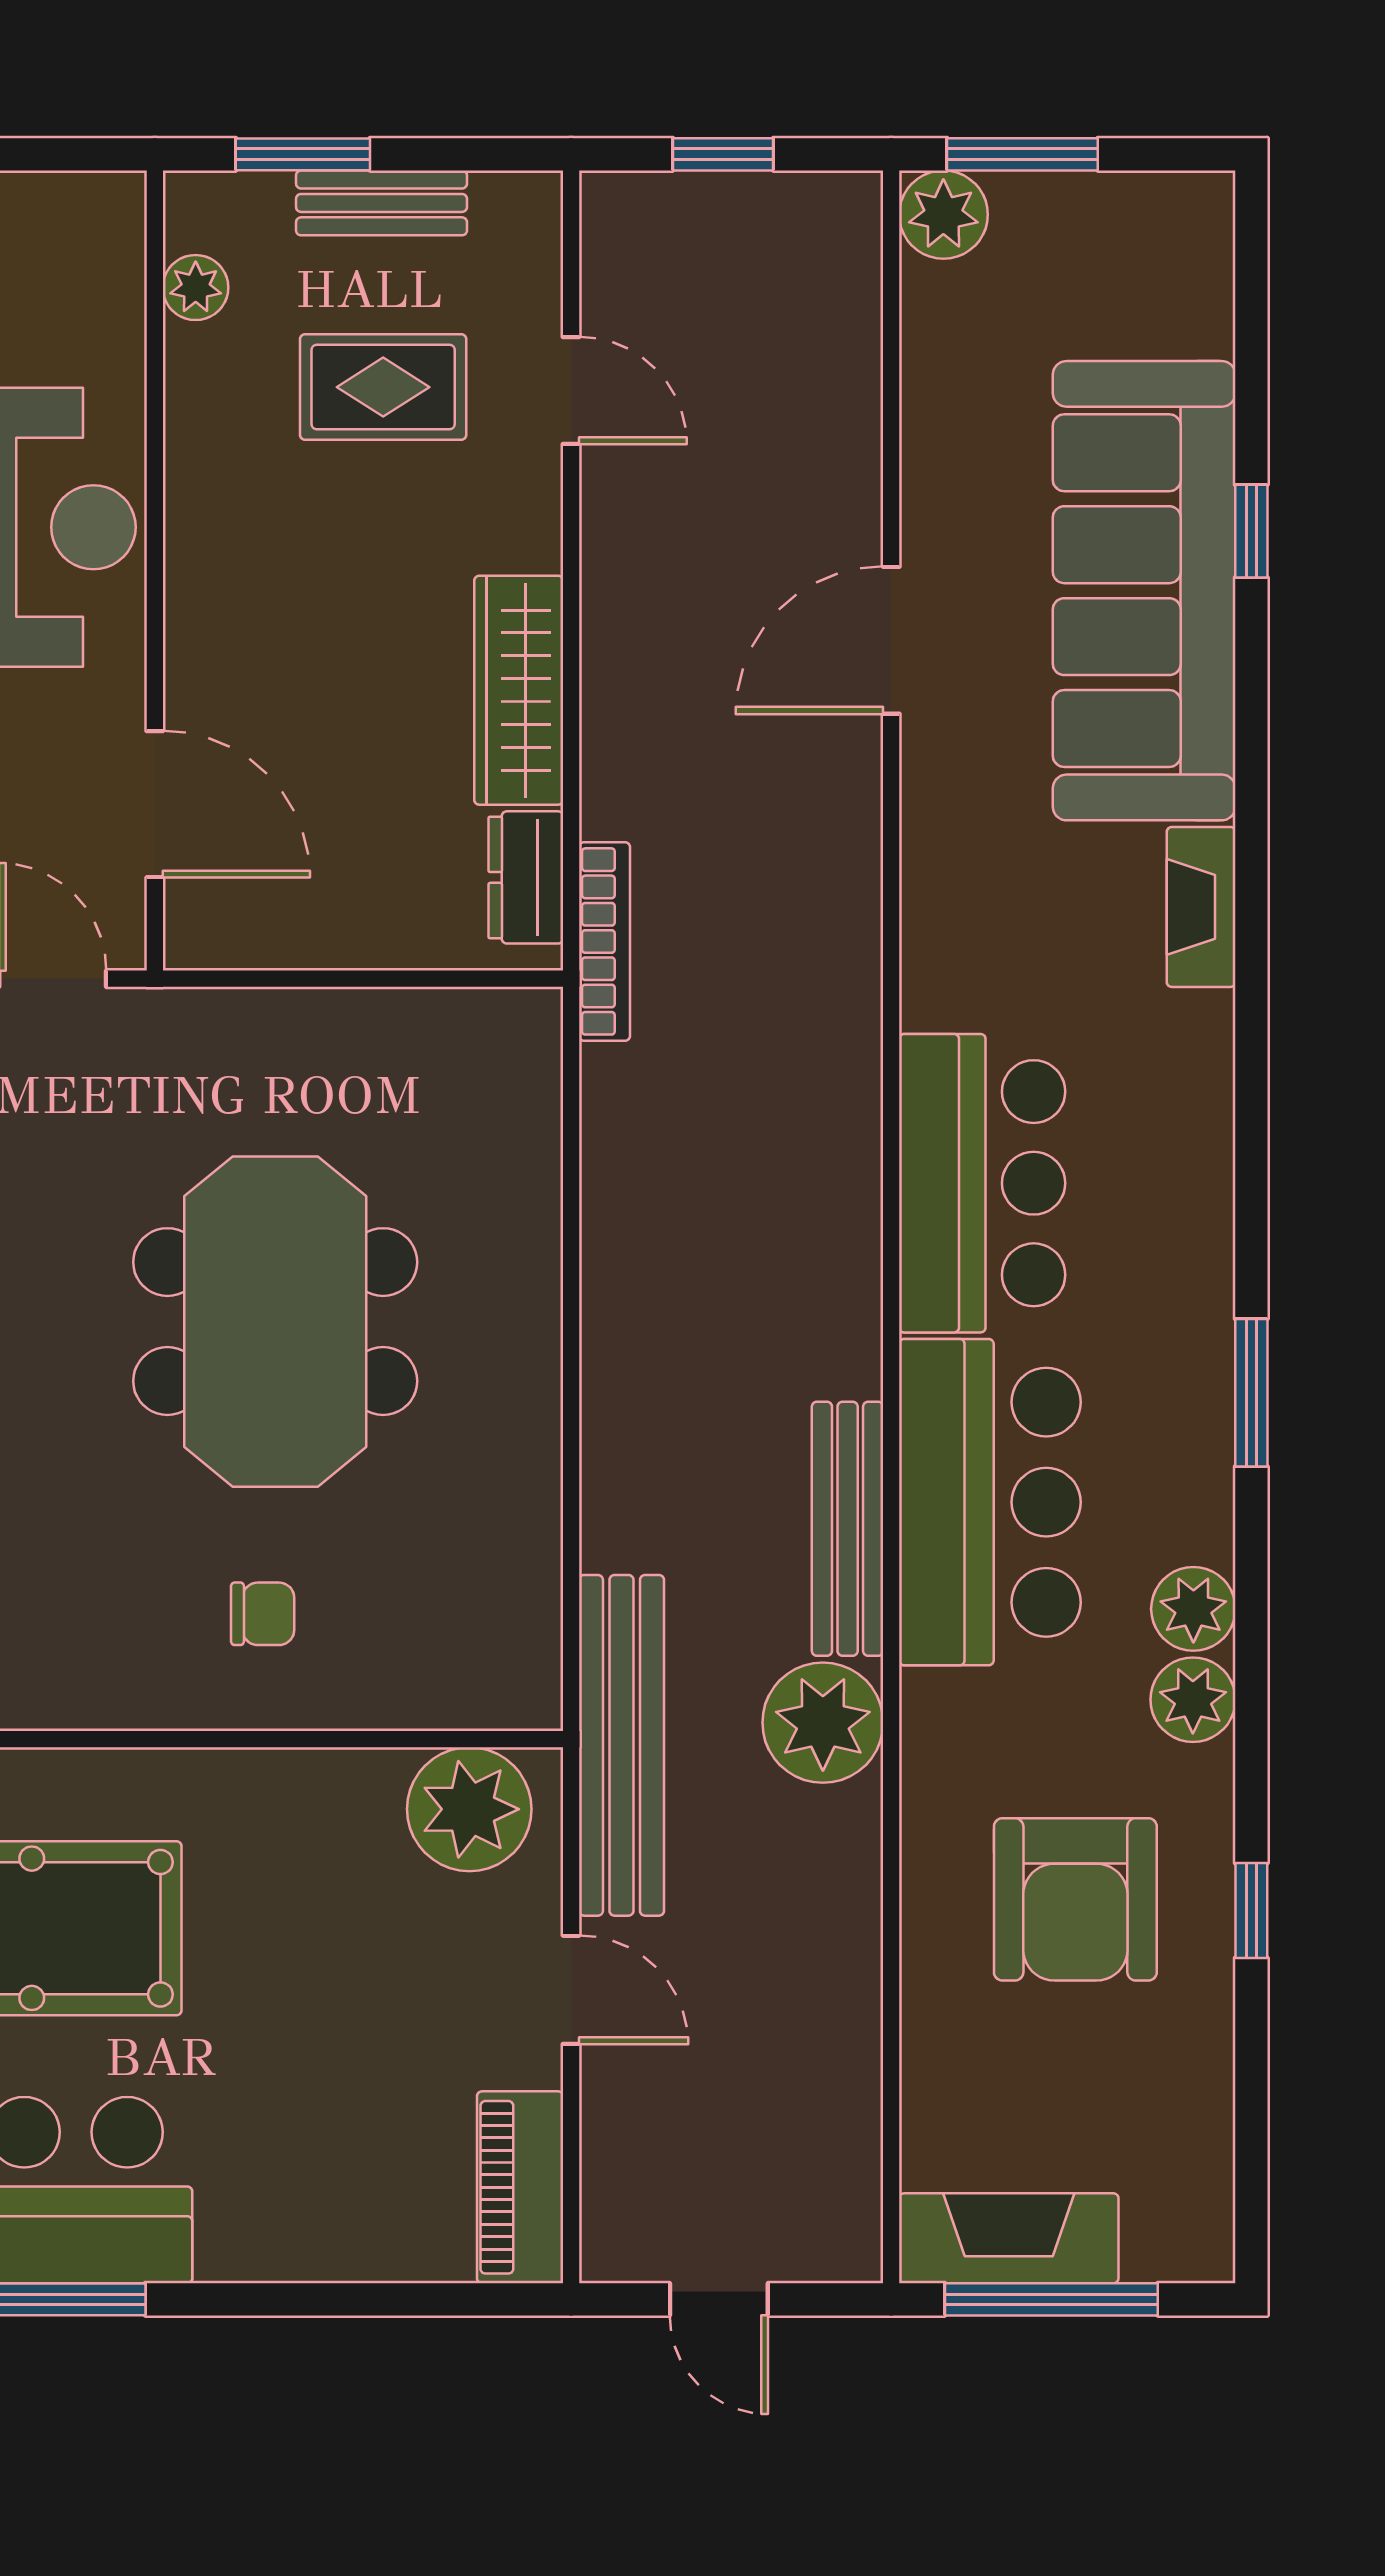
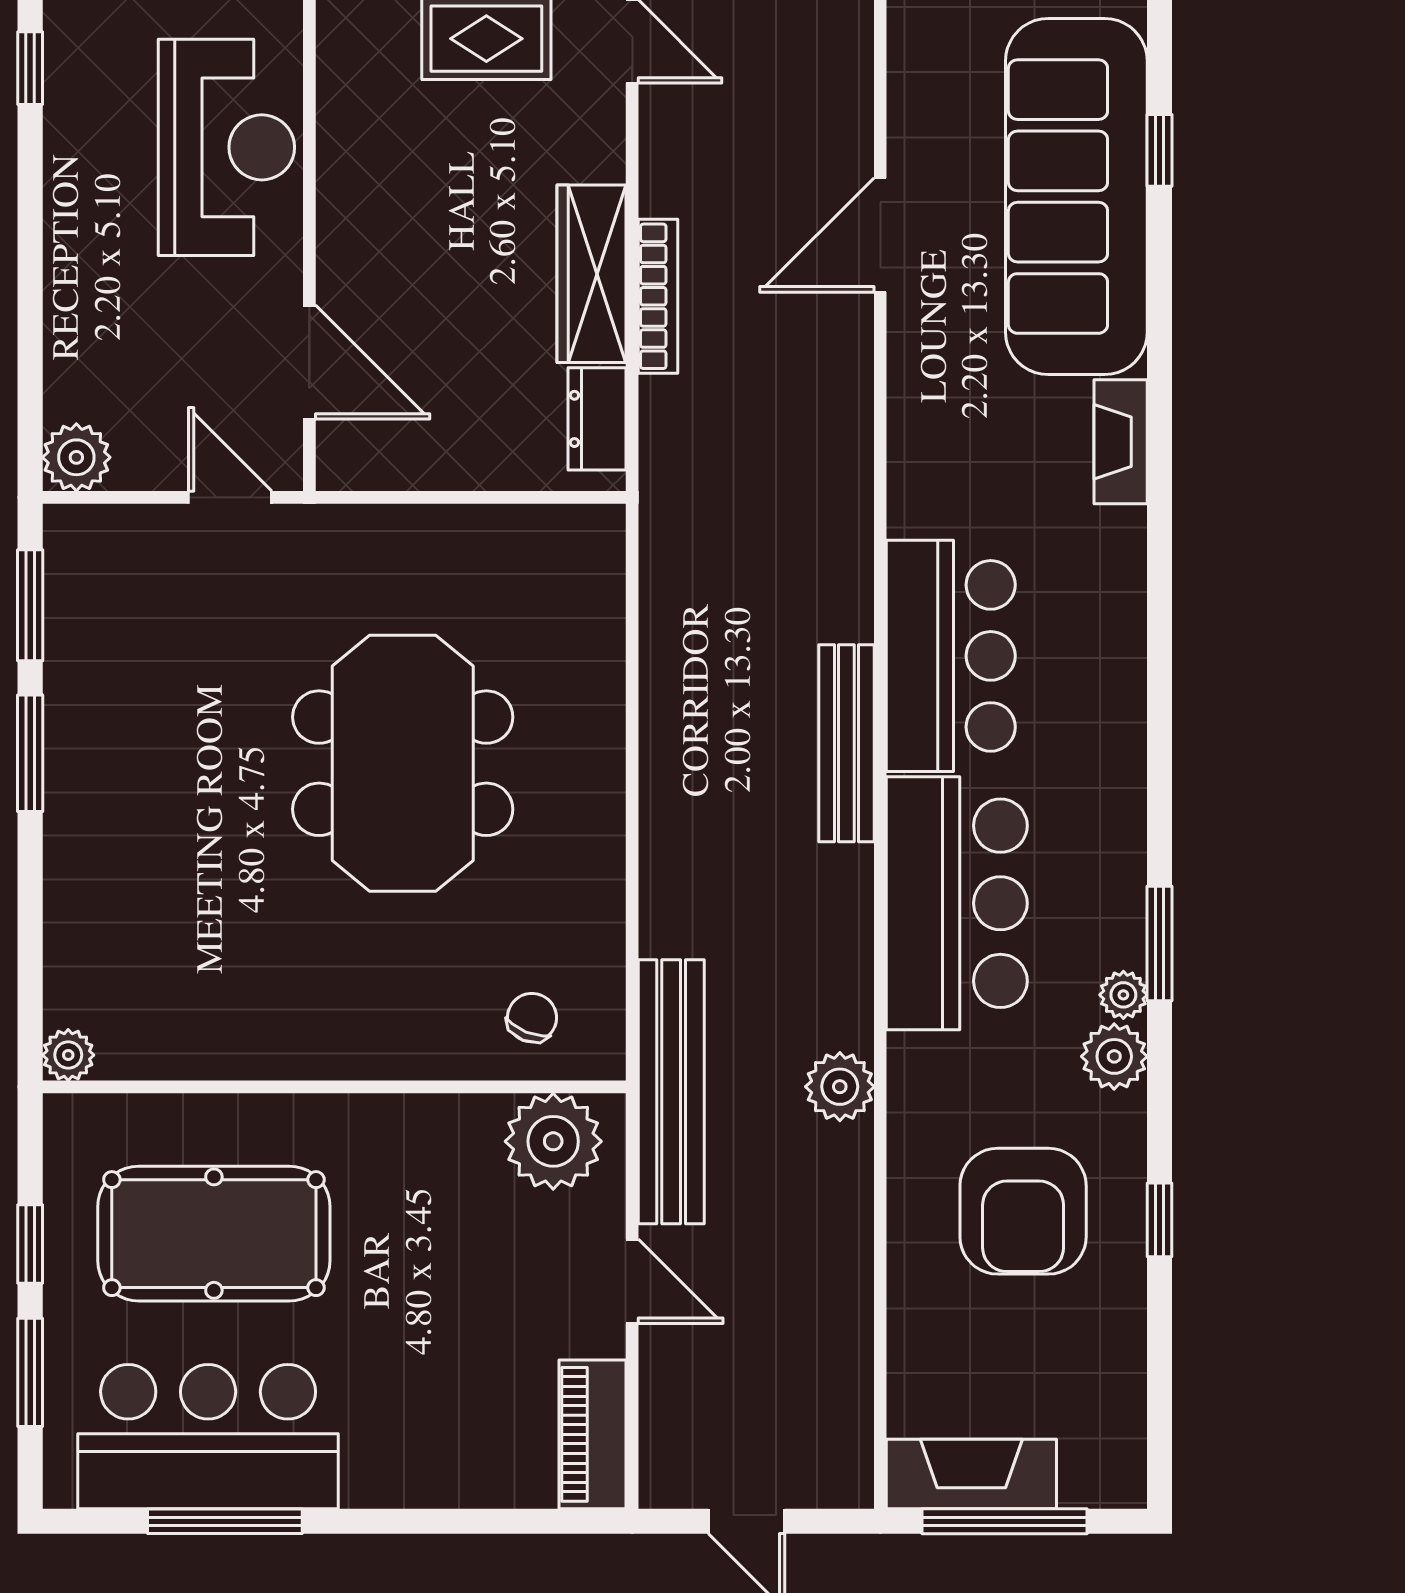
bookcase: (604, 941) -> (658, 296), moved
window: (1251, 1393) -> (1160, 943), moved
bench: (848, 1529) -> (846, 743), moved
plant: (1193, 1609) -> (1123, 995), width x0.73, depth x0.73
chair: (263, 1614) -> (532, 1018), moved, turned -68
plant: (823, 1723) -> (840, 1087), width x0.73, depth x0.73

